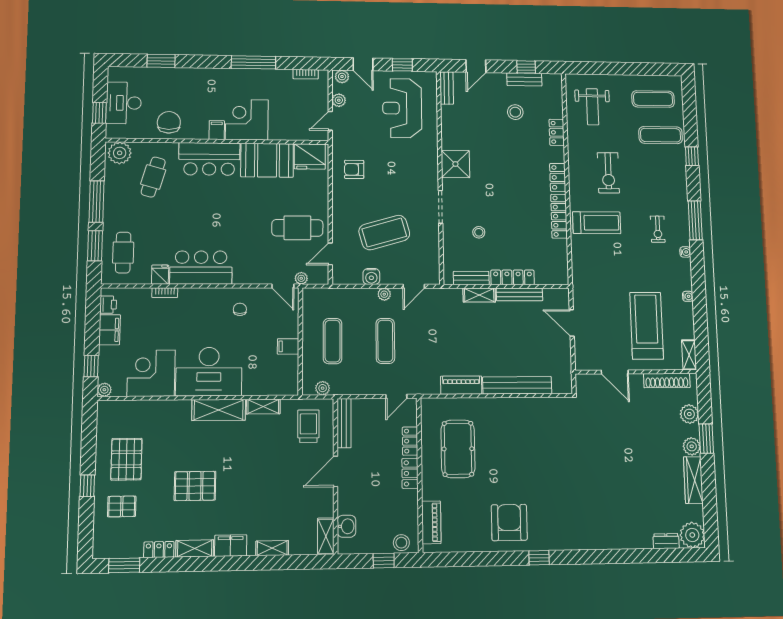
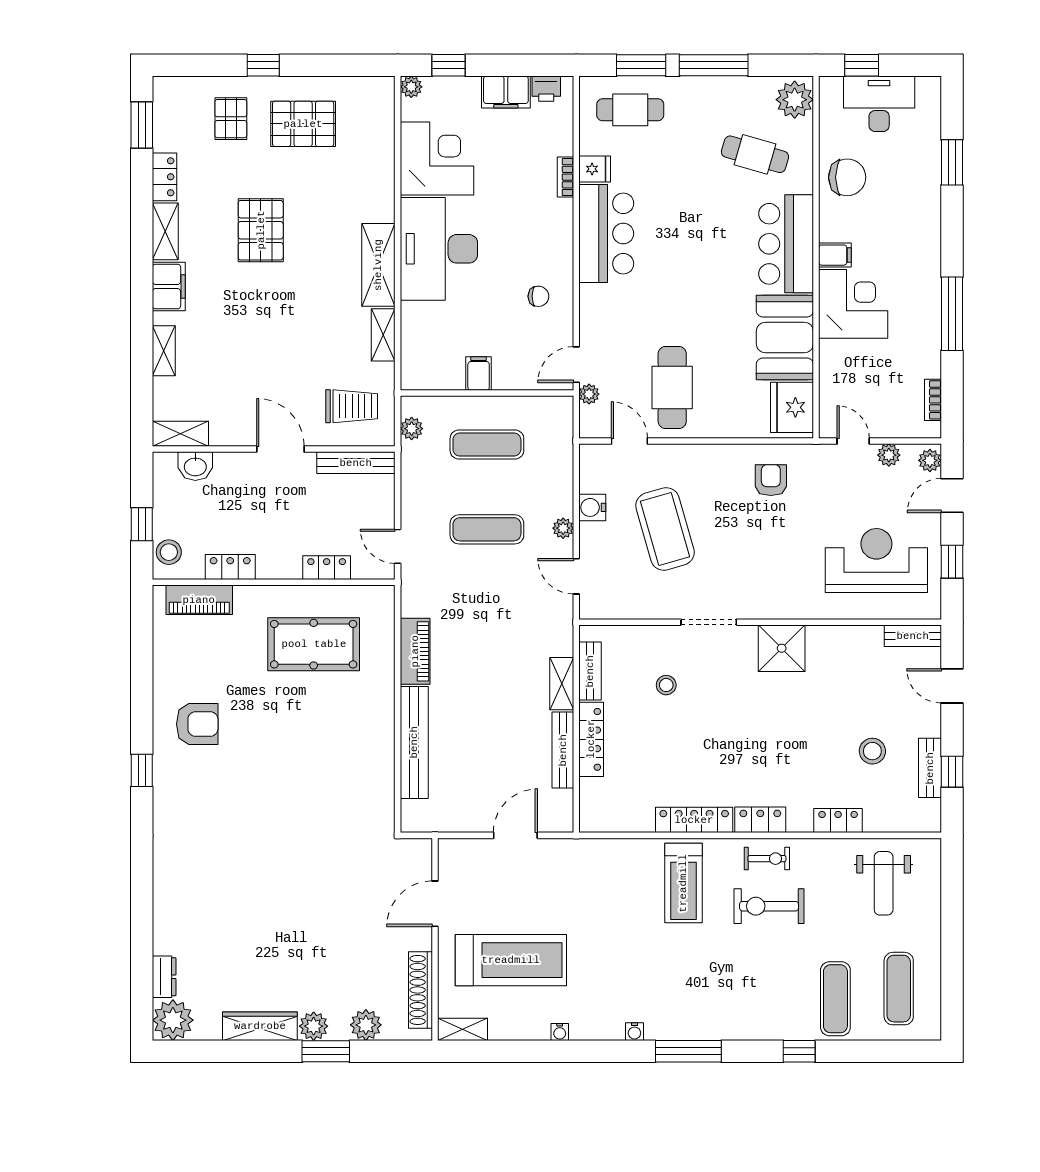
weight bench: (592, 107) -> (884, 883), turned -90
exercise bike: (658, 229) -> (767, 859), moved, turned 180
locker: (410, 473) -> (230, 567), moved
armchair: (509, 522) -> (197, 724), width x0.73, depth x0.73

